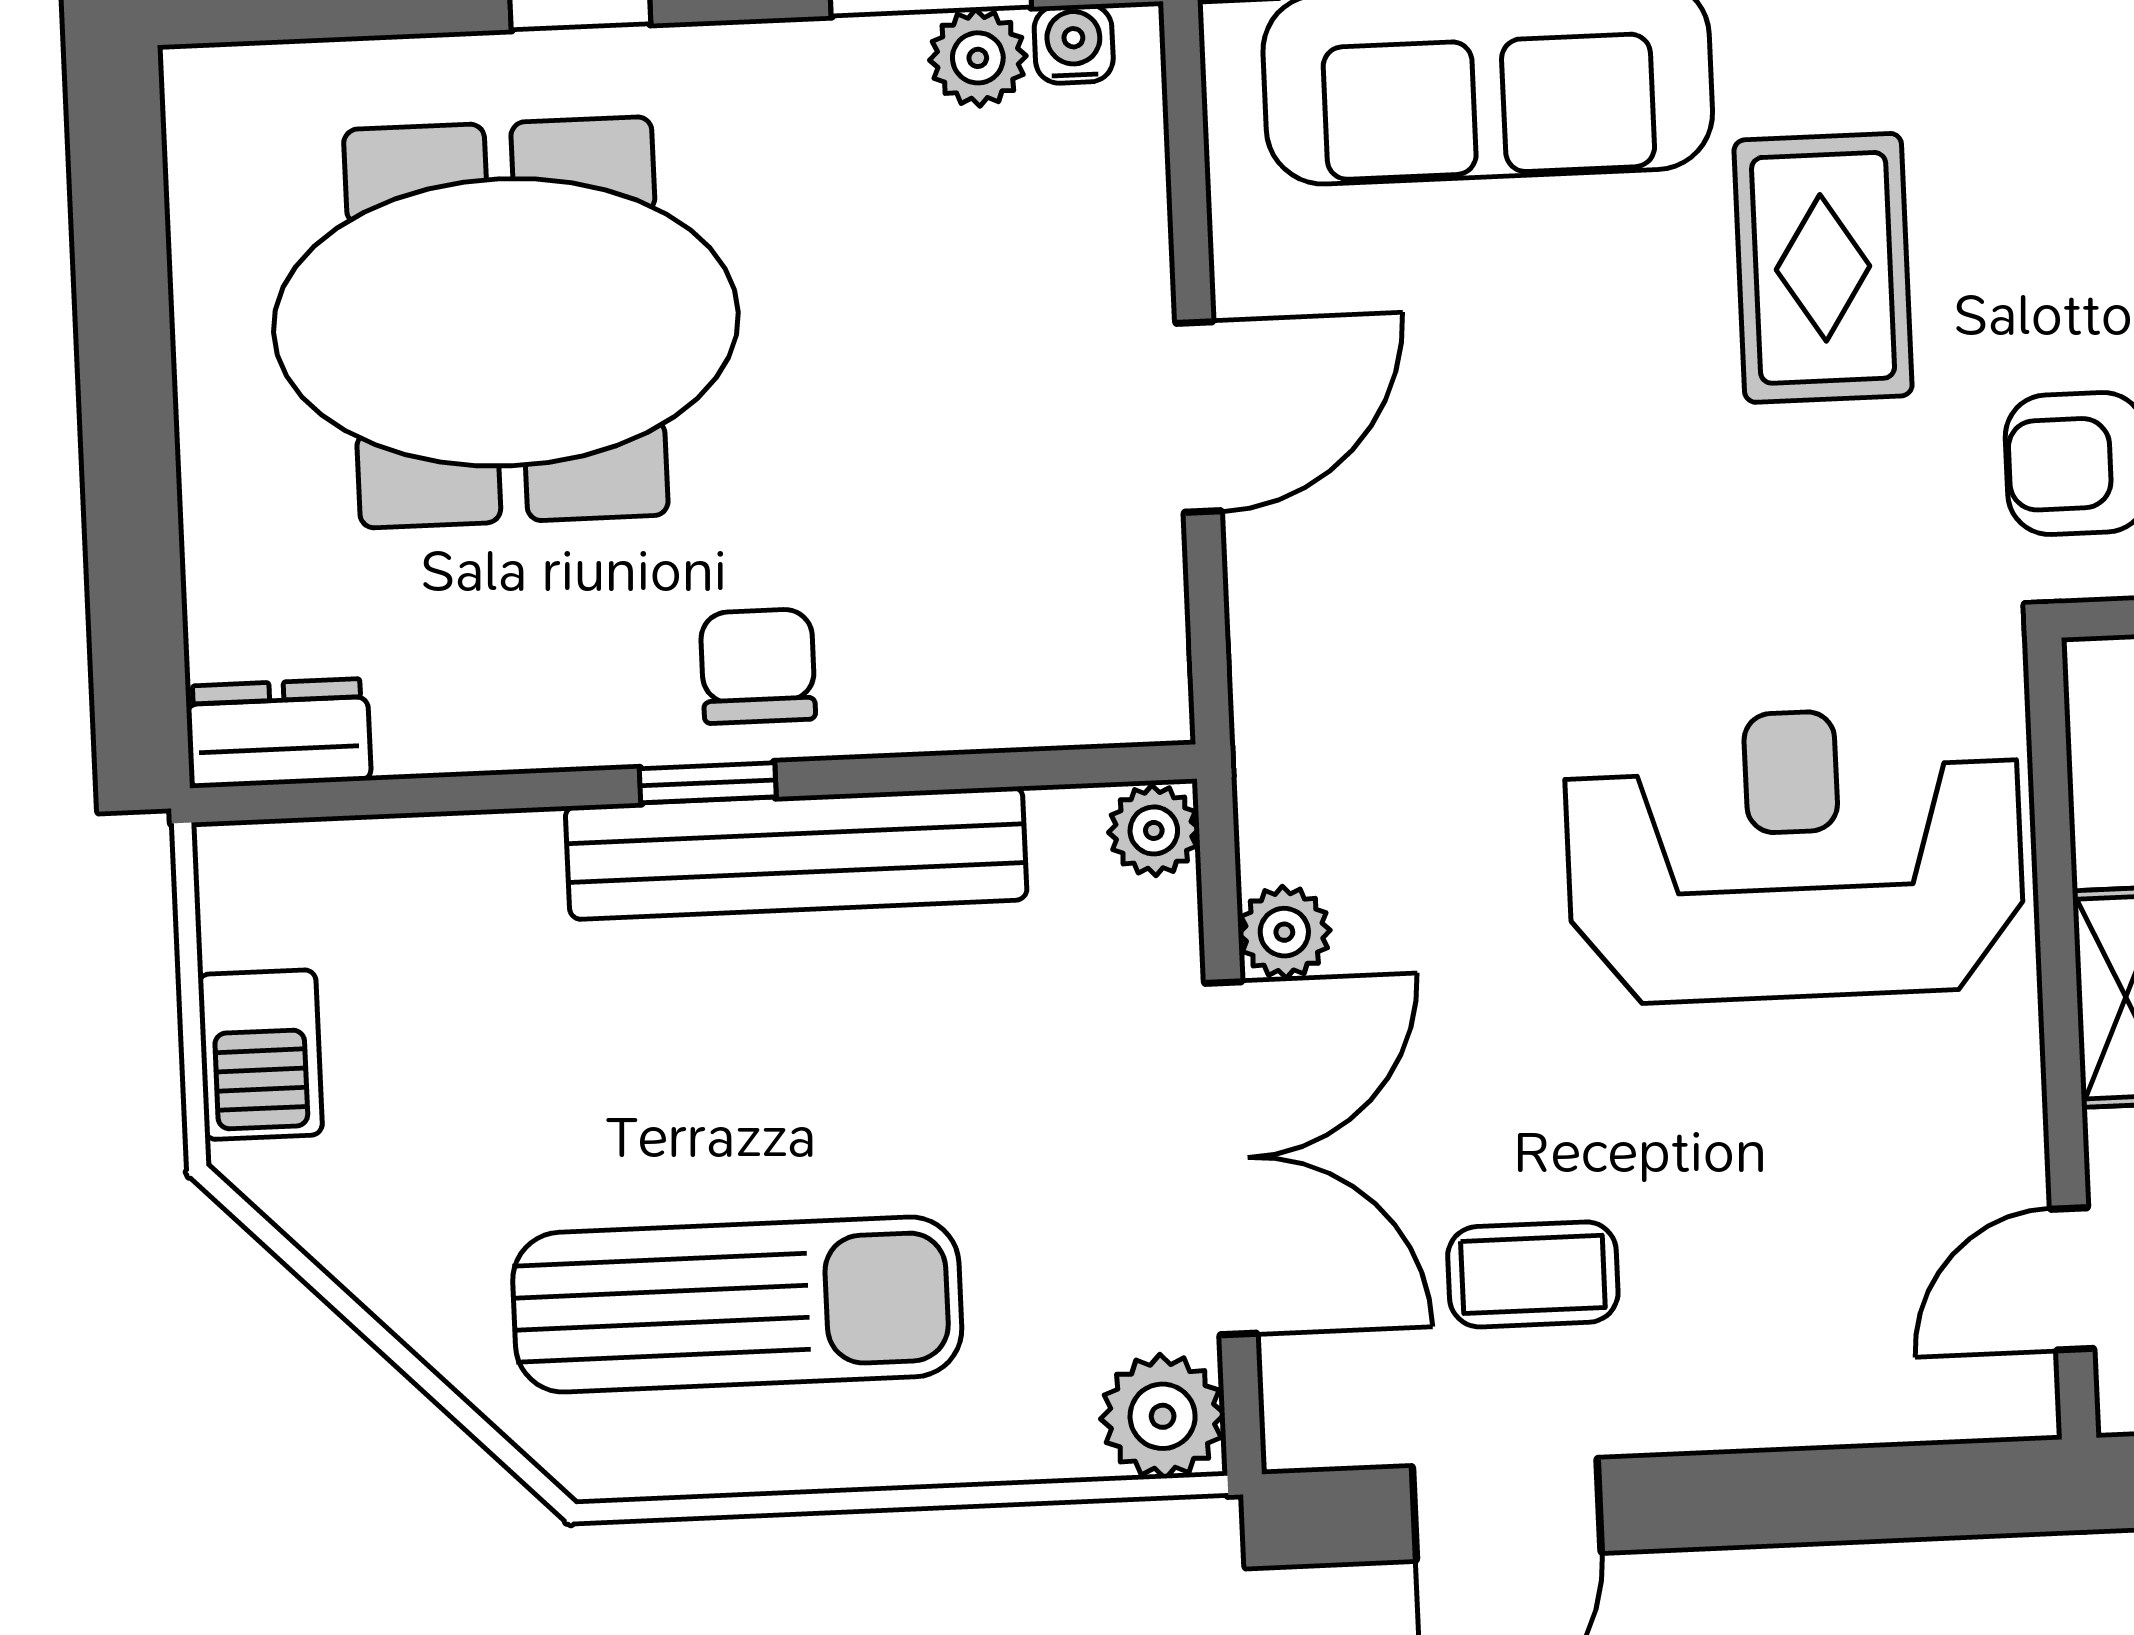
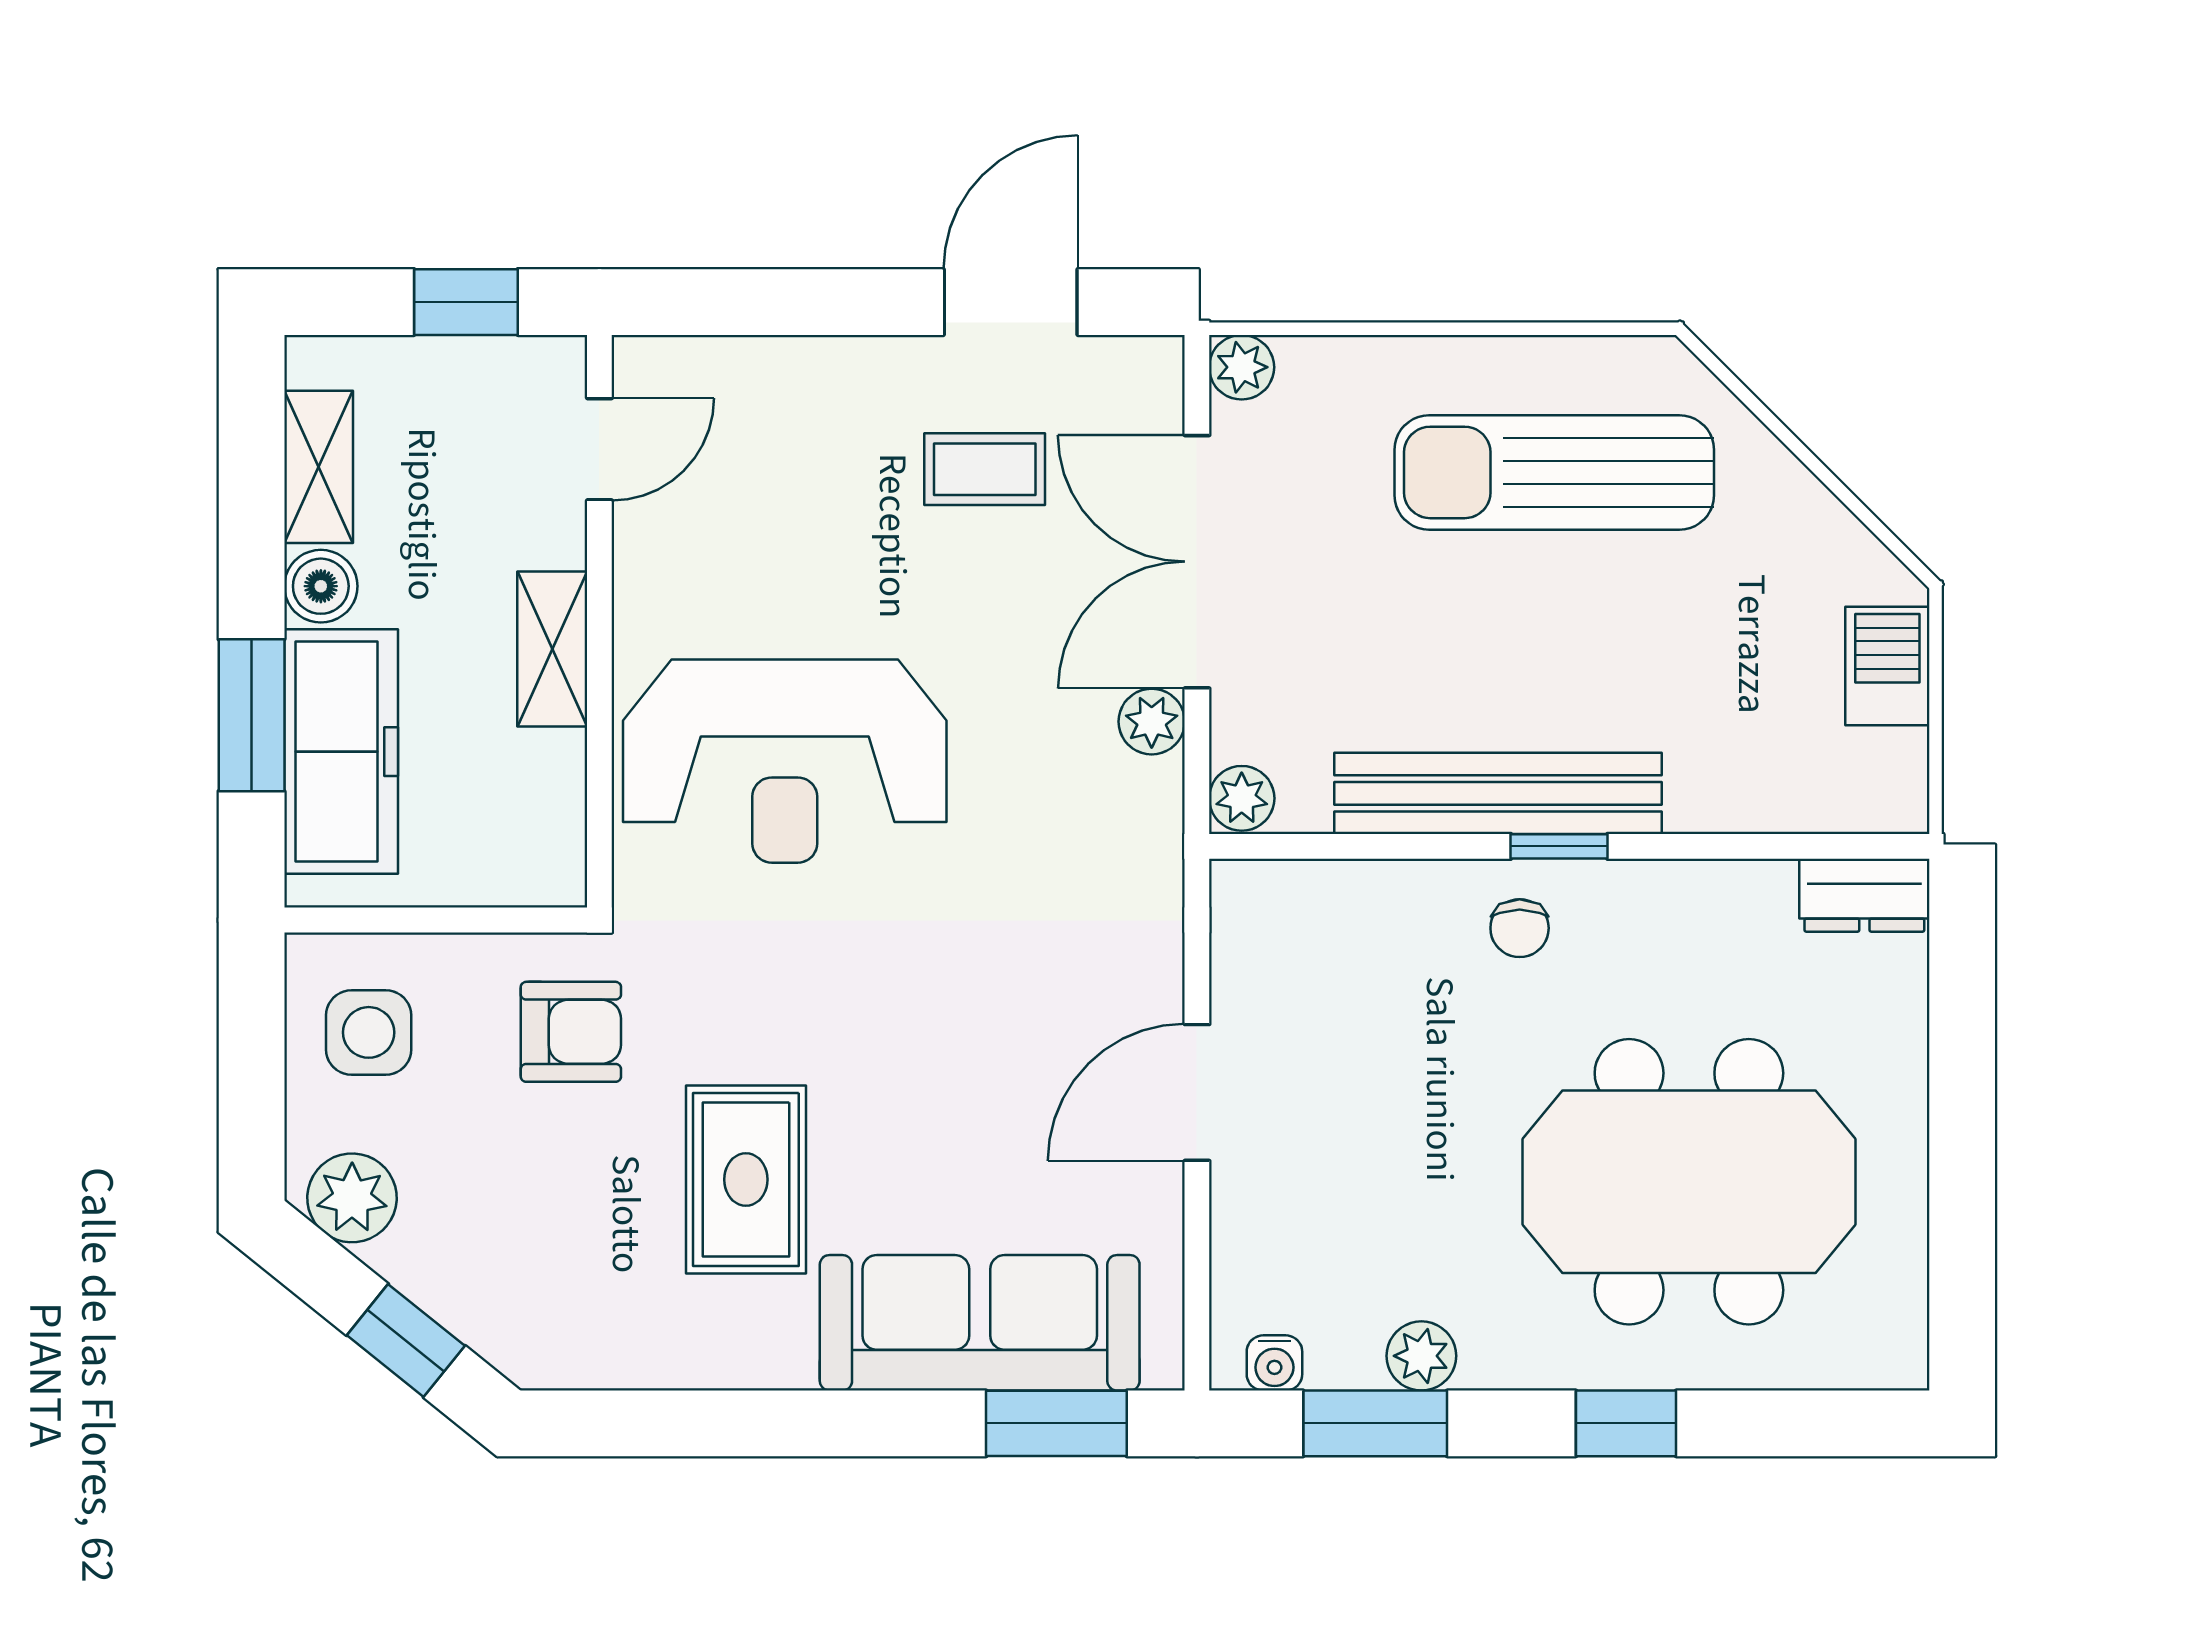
plant: (978, 58) -> (1421, 1356), moved
chair: (758, 666) -> (1520, 928), width x0.73, depth x0.73
plant: (1163, 1416) -> (1242, 367), width x0.73, depth x0.73

